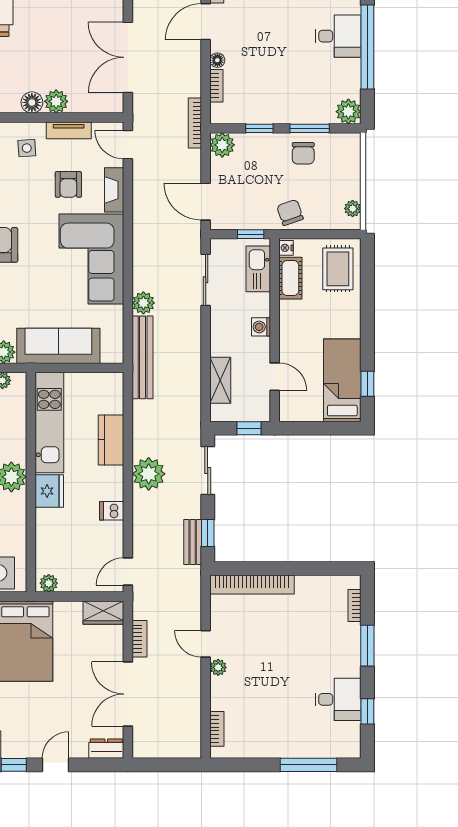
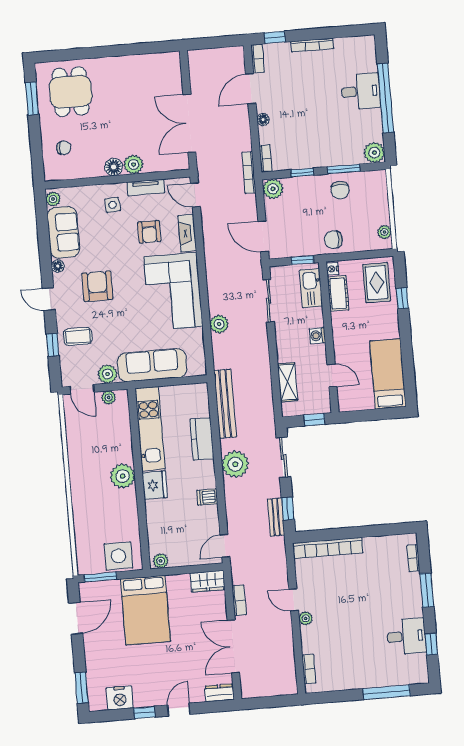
bookcase: (216, 86) -> (266, 159), moved
chair: (290, 212) -> (333, 240), turned -71
bench: (143, 357) -> (225, 404), moved
window: (367, 384) -> (402, 298), moved

